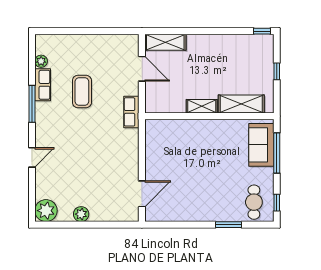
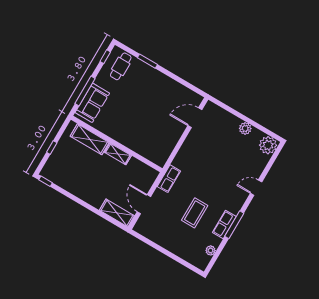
row of seats: (43, 85) -> (224, 225), moved

